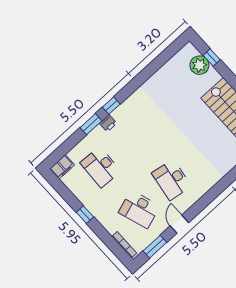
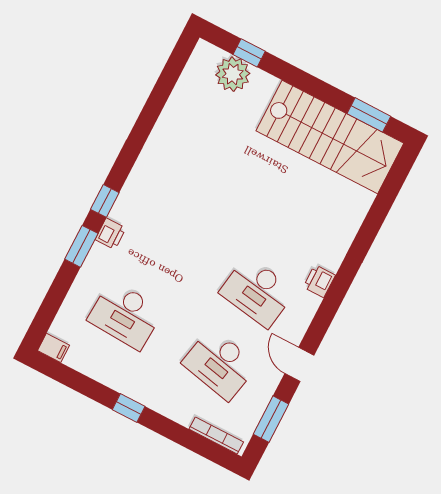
filing cabinet: (62, 167) -> (53, 348), width x0.50
printer: (205, 186) -> (319, 281), added
desk: (139, 209) -> (220, 364), turned 30

